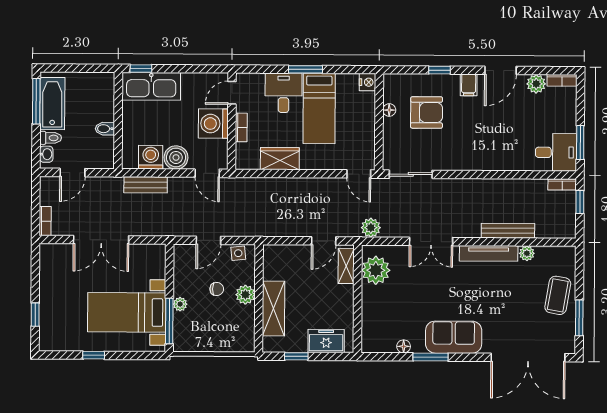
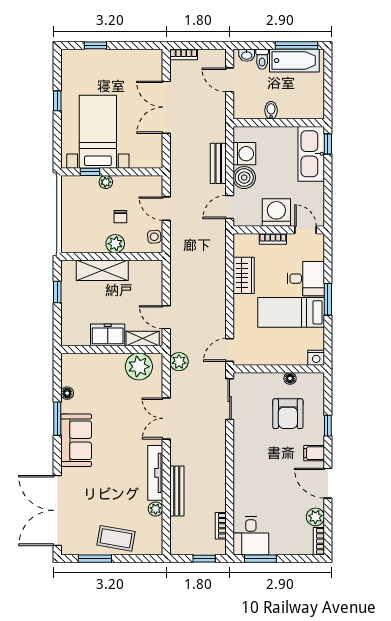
bookcase: (562, 184) -> (221, 526), moved
bench: (146, 185) -> (218, 163), moved
window: (169, 321) -> (90, 172), width x0.46
freezer: (326, 341) -> (108, 335), moved, turned -90

